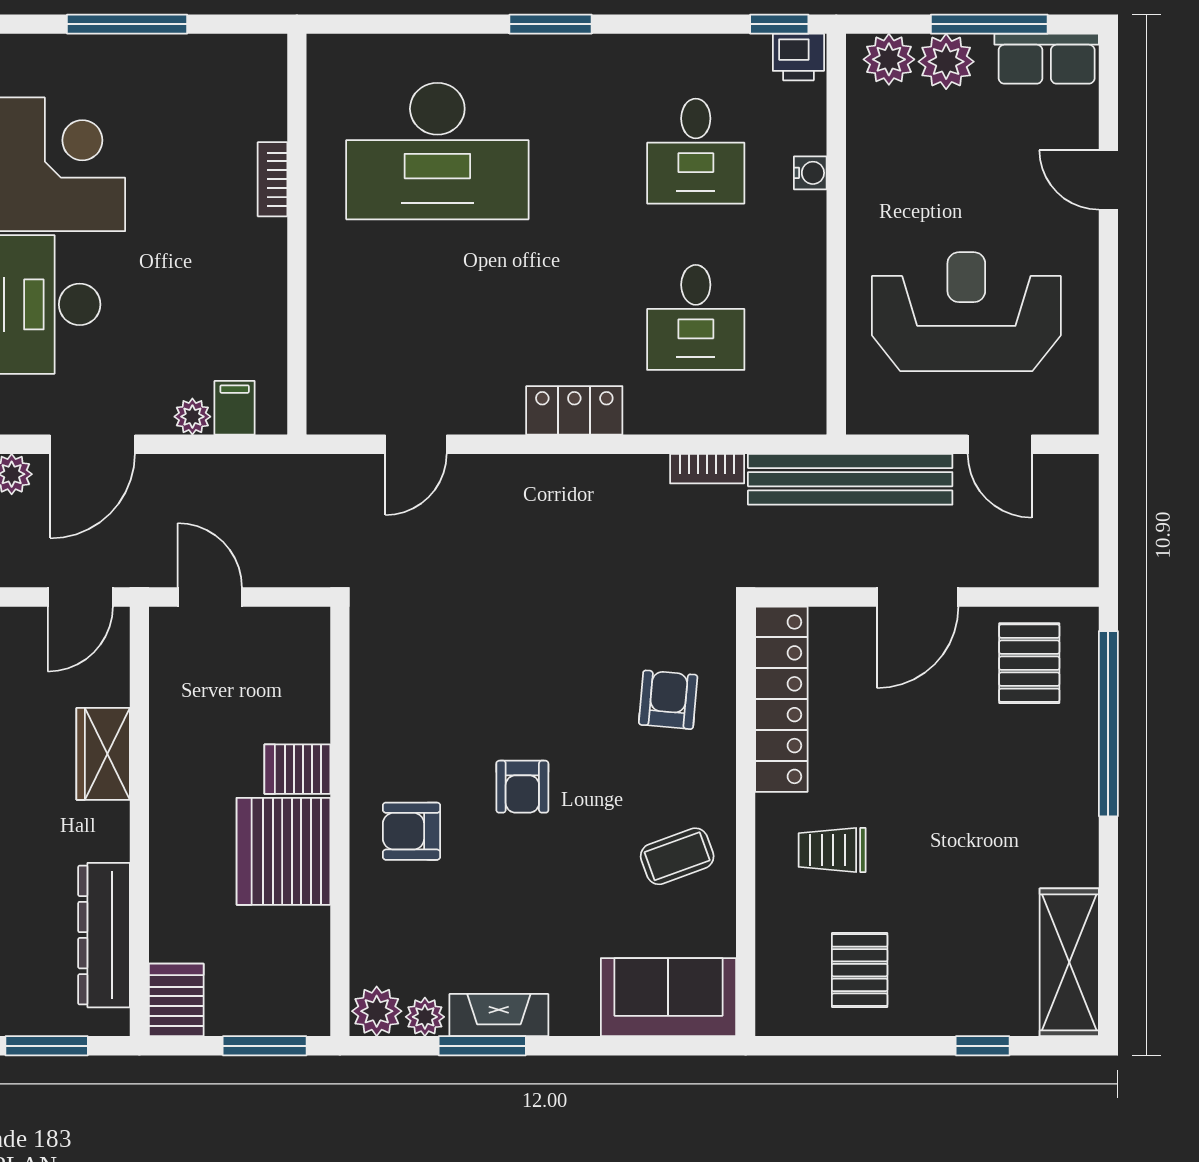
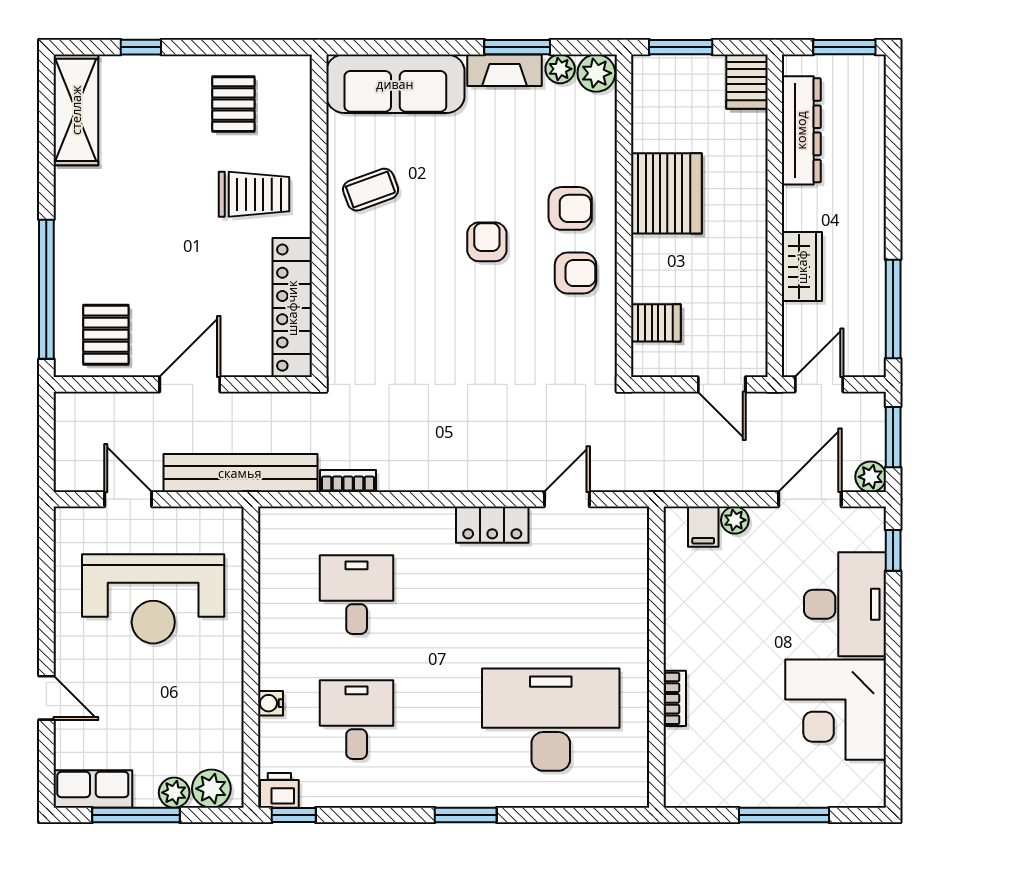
plant: (946, 62) -> (174, 793), width x0.73, depth x0.73
locker: (574, 410) -> (492, 525), moved
armchair: (668, 700) -> (576, 273), moved, turned -95
server rack: (297, 769) -> (656, 323), moved
trolley: (832, 850) -> (254, 194), width x1.36, depth x1.39
sofa: (668, 997) -> (395, 84), width x1.36

